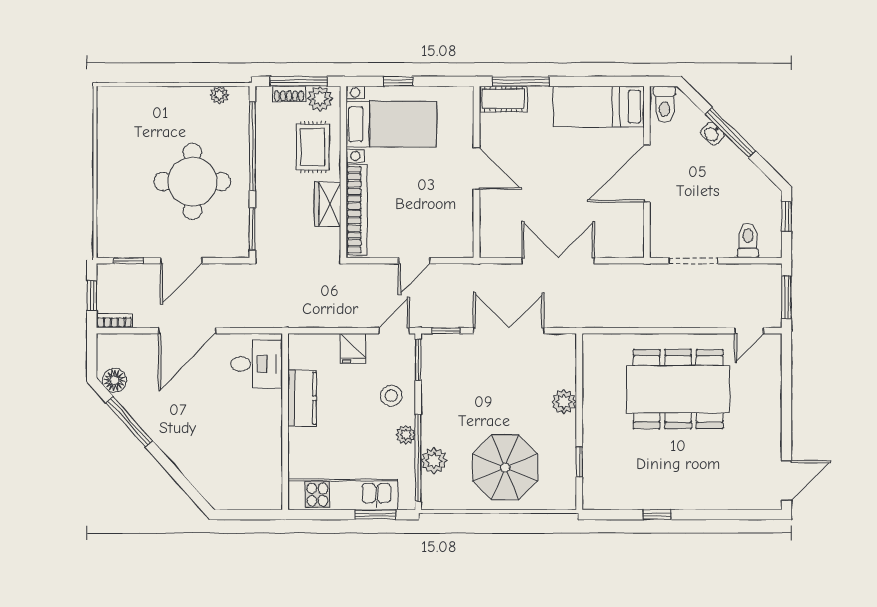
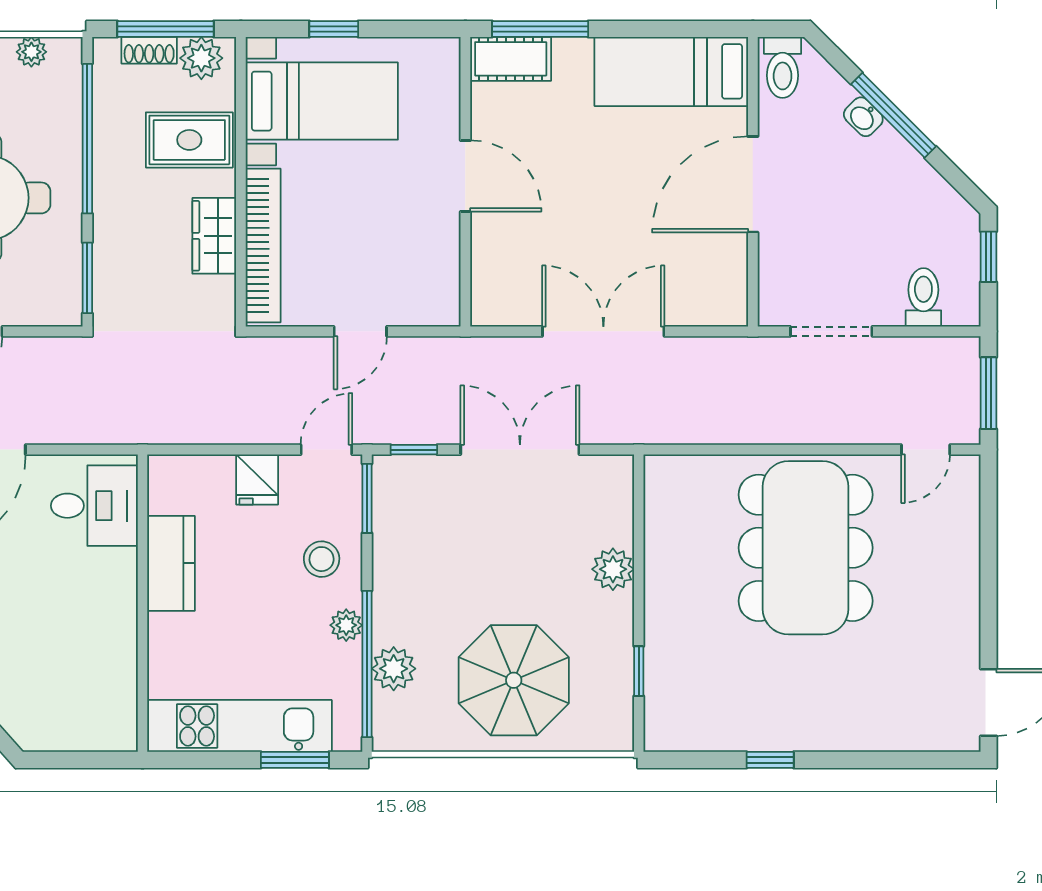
rug: (313, 147) -> (189, 140), turned 90
dining table: (678, 389) -> (806, 548), turned 90

